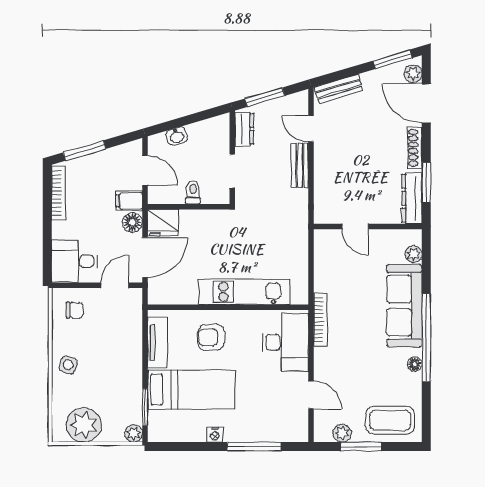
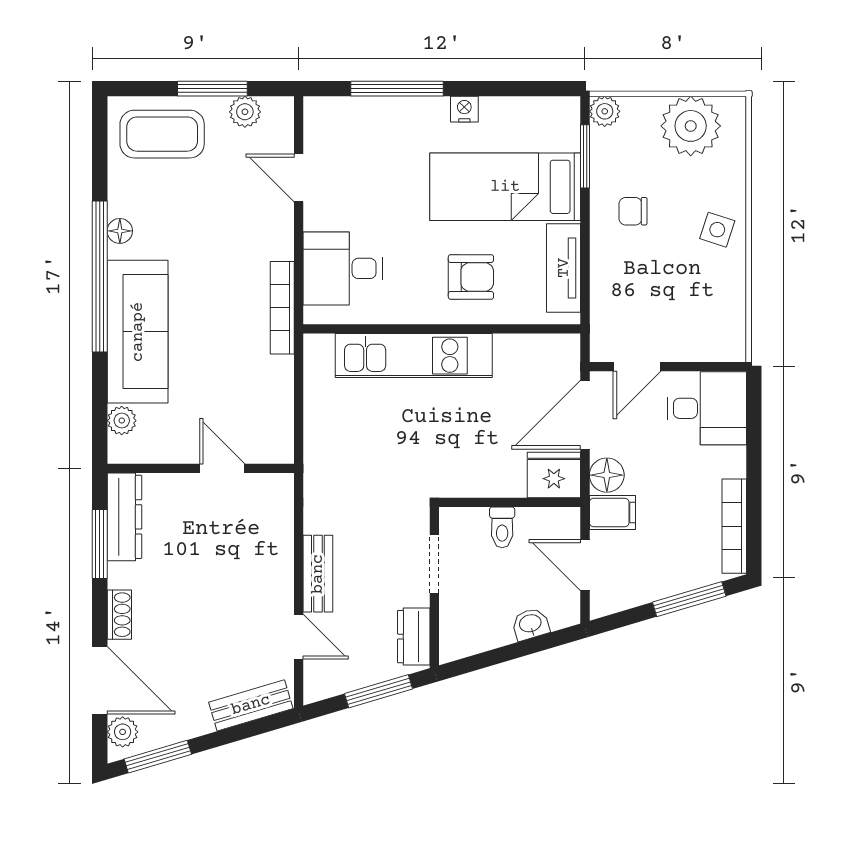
shoe rack: (415, 148) -> (119, 615), width x0.70
chair: (75, 310) -> (633, 211), moved
desk: (285, 342) -> (343, 268), width x0.73

